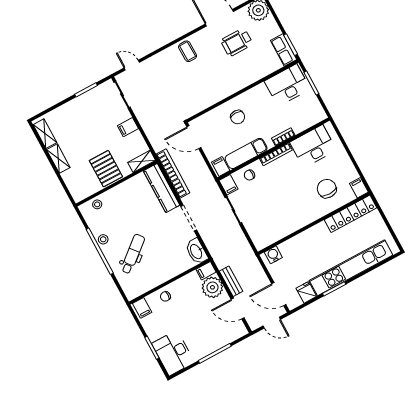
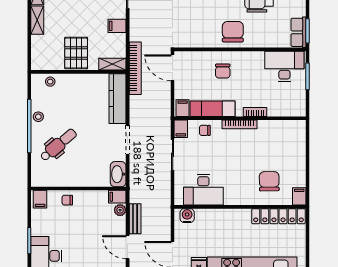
chair: (228, 79) -> (233, 32), added
desk: (313, 146) -> (203, 190), moved, turned 180
bookcase: (173, 174) -> (135, 68), moved
plant: (212, 287) -> (120, 210), width x0.53, depth x0.53

